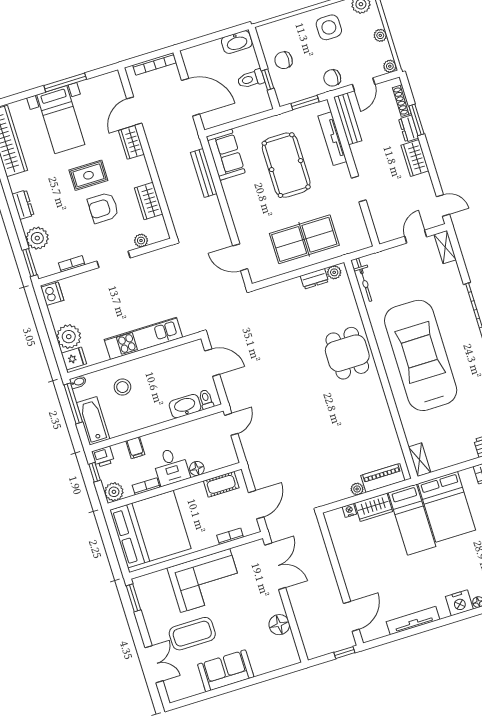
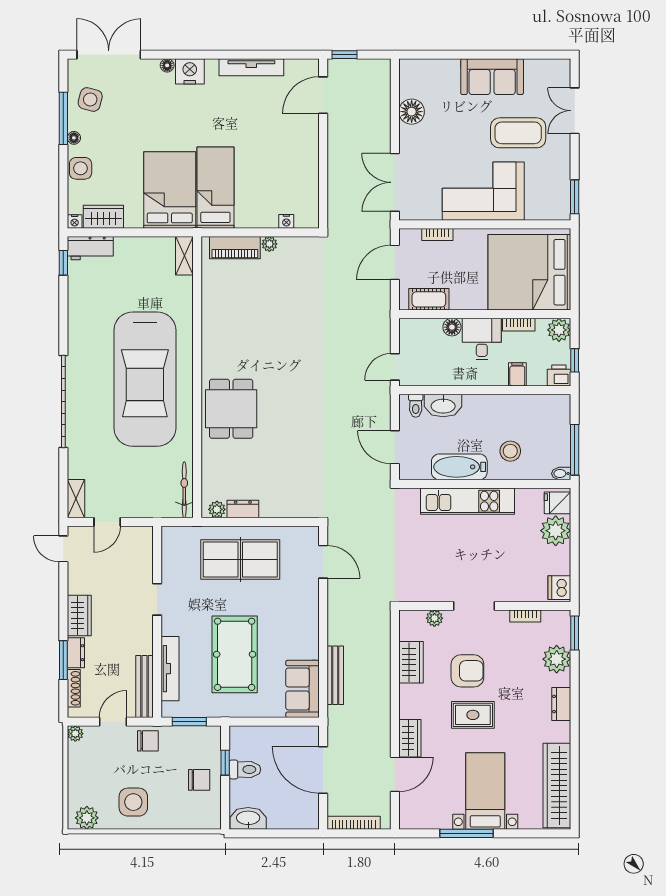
plant: (380, 35) -> (75, 774), removed
bathtub: (93, 421) -> (459, 467), moved, turned 90
wardrobe: (374, 507) -> (256, 216), removed

